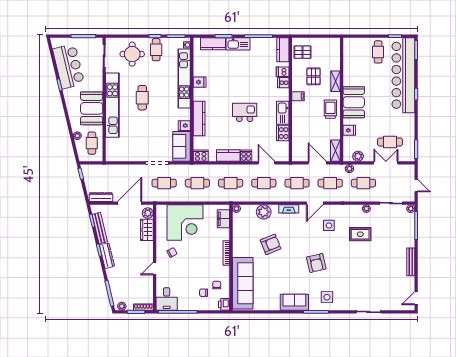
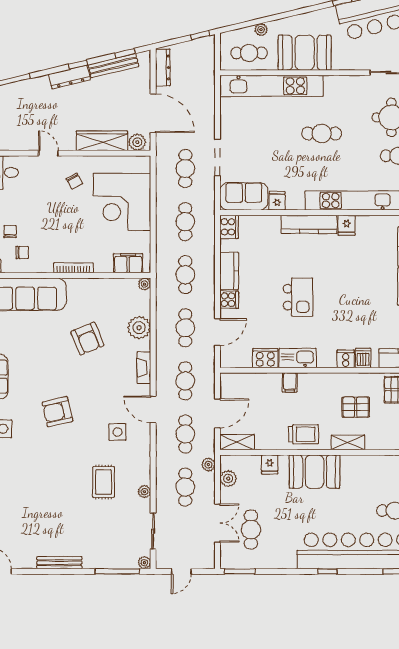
filing cabinet: (298, 96) -> (290, 382), moved
kitchen unit: (112, 105) -> (272, 86), moved
kitchen counter: (199, 118) -> (309, 224), moved
wardrobe: (147, 230) -> (102, 141), width x1.50

